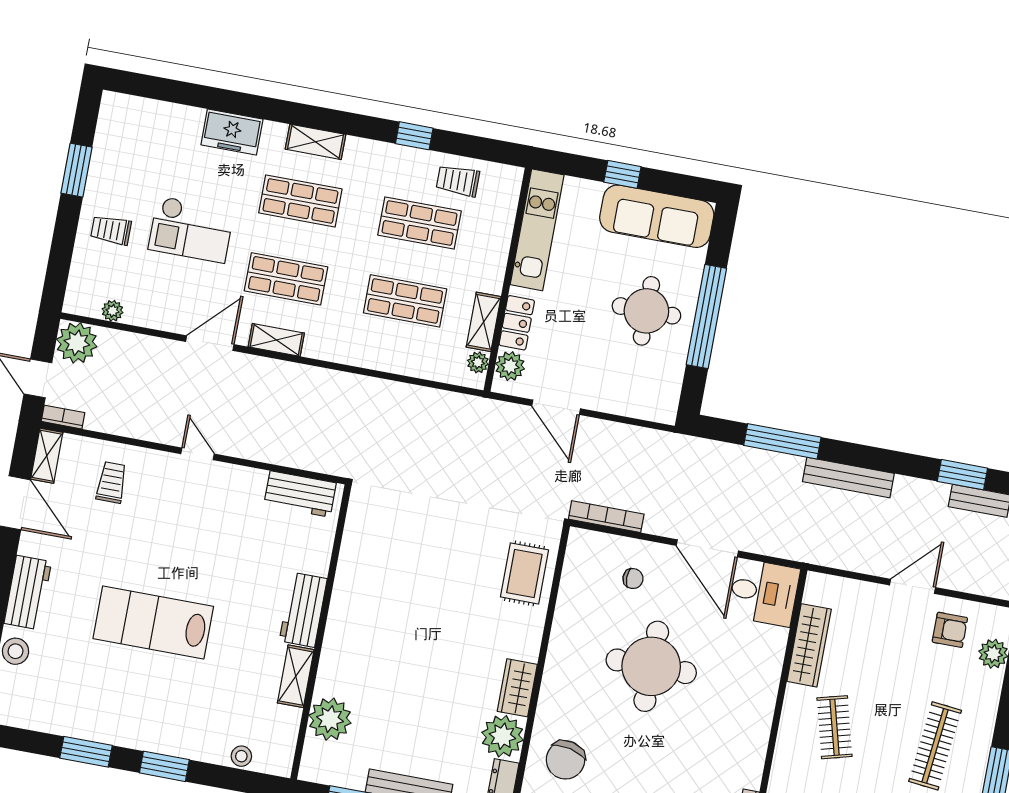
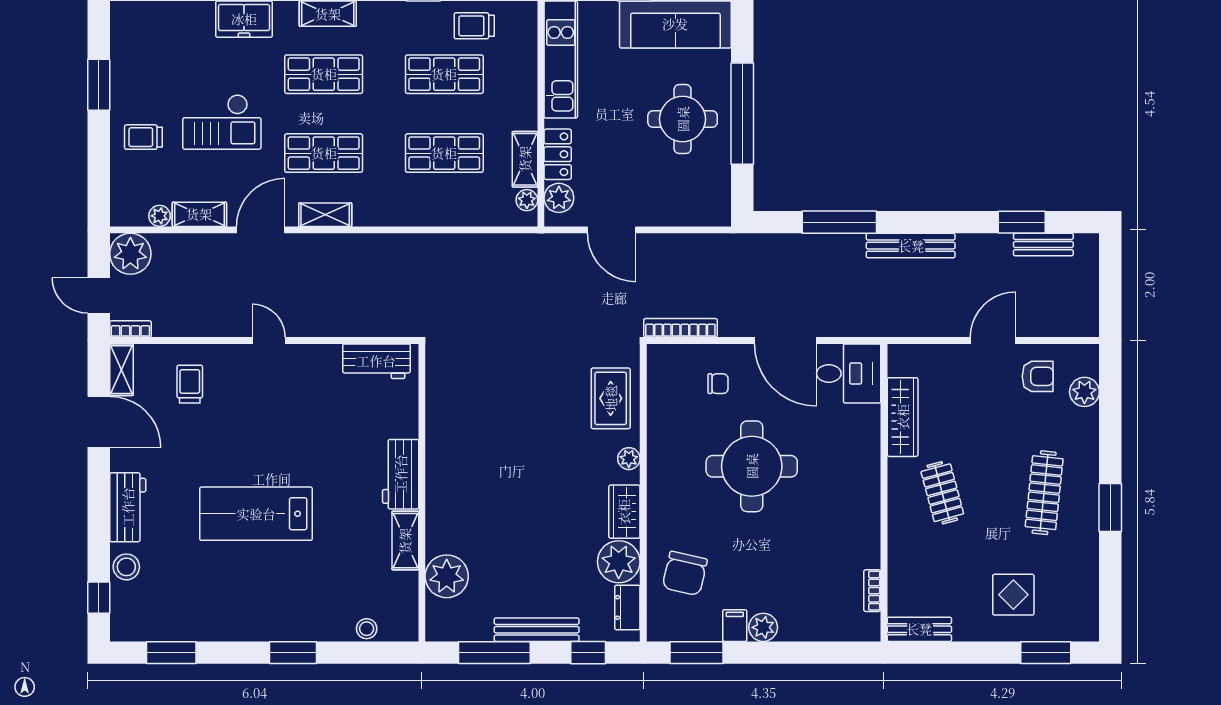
shelving: (152, 317) -> (199, 214), added
plant: (531, 636) -> (629, 459), added
window: (86, 752) -> (171, 653), moved

